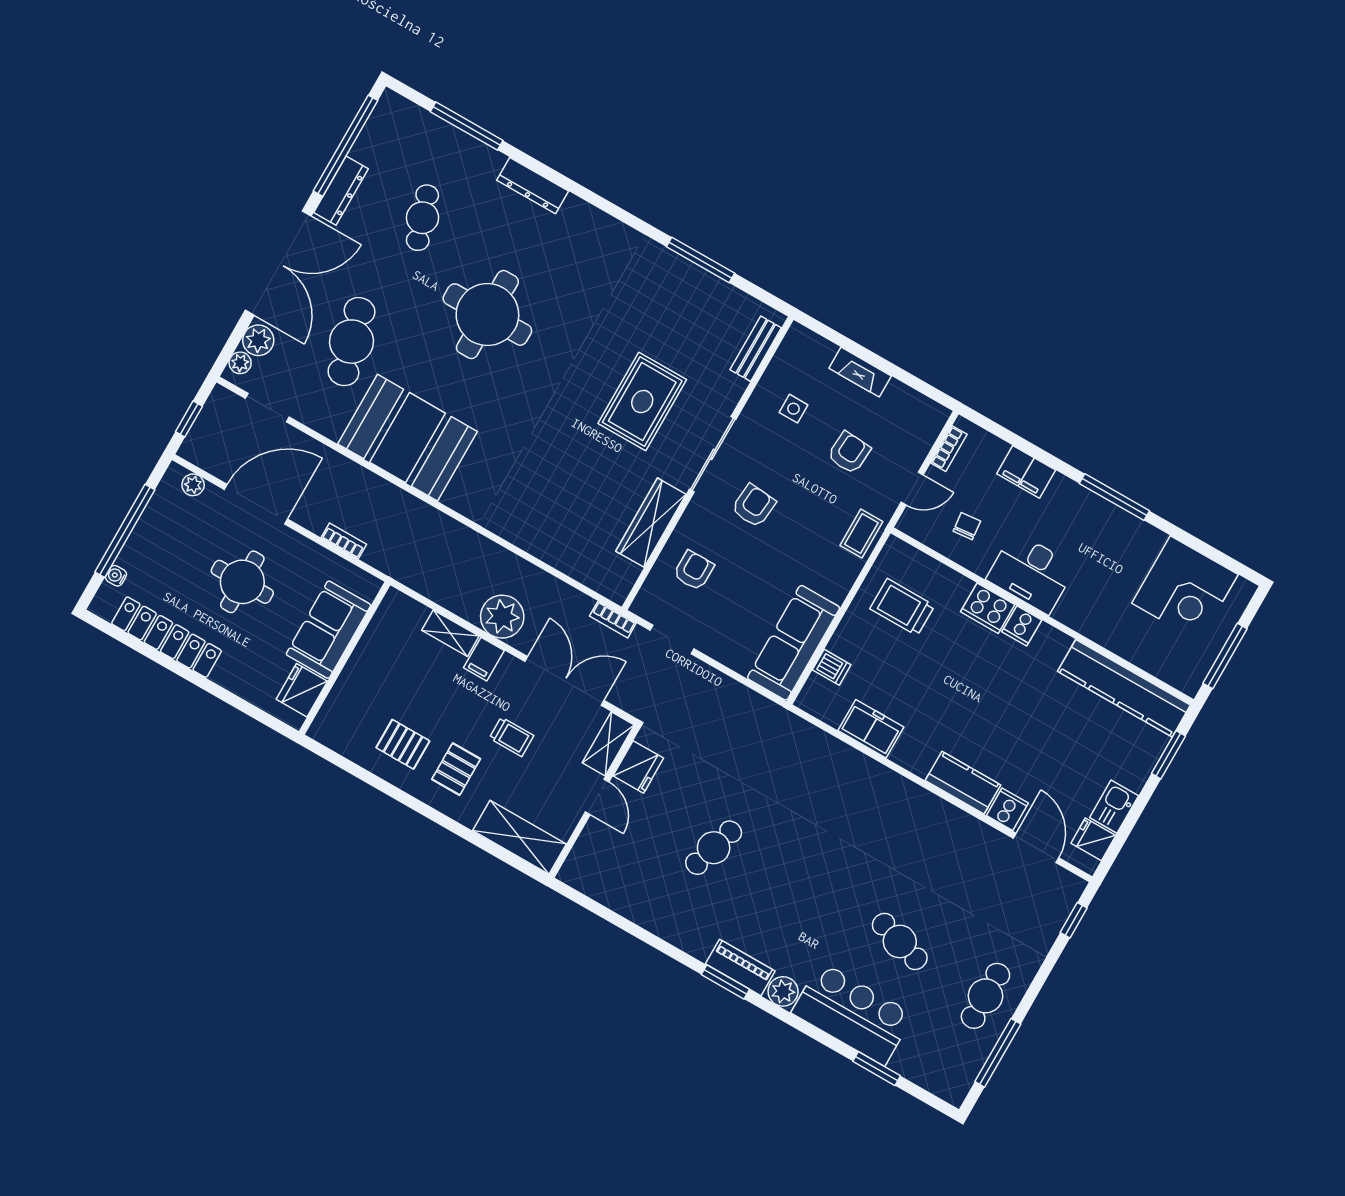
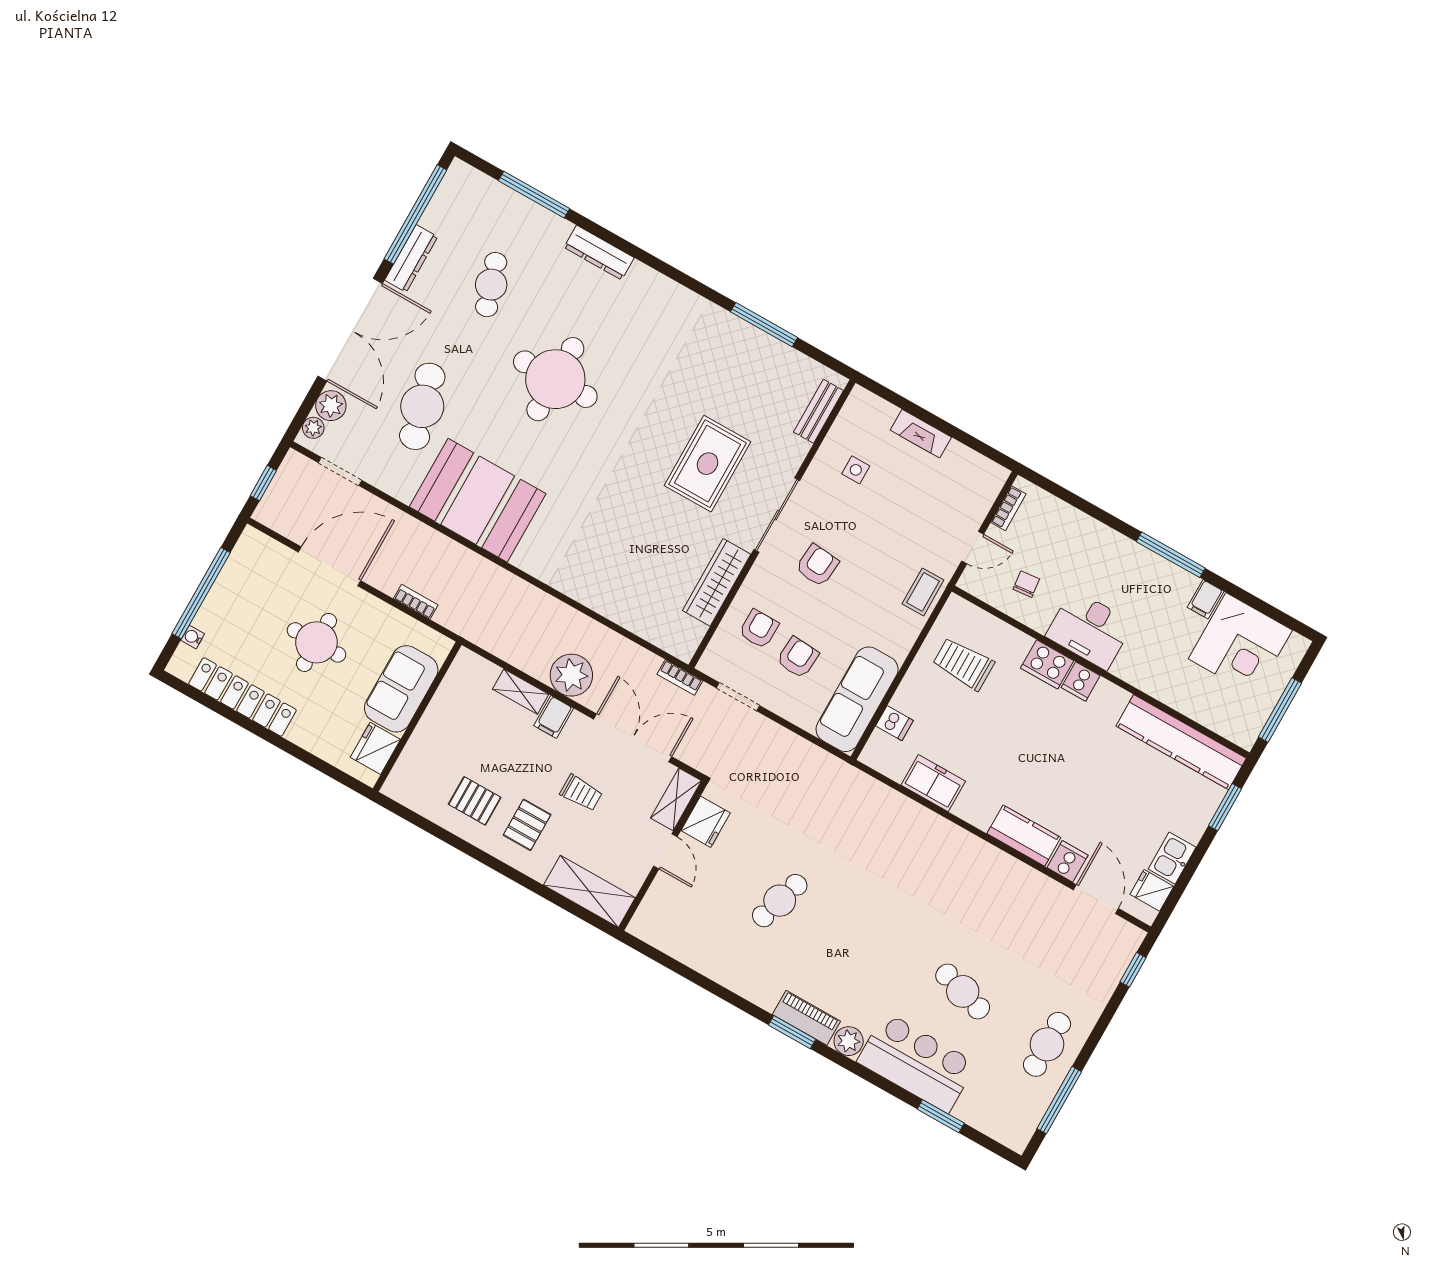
armchair: (849, 453) -> (798, 657), moved
filing cabinet: (1026, 472) -> (1206, 599), moved, width x0.50
plant: (193, 485) -> (268, 548), removed

